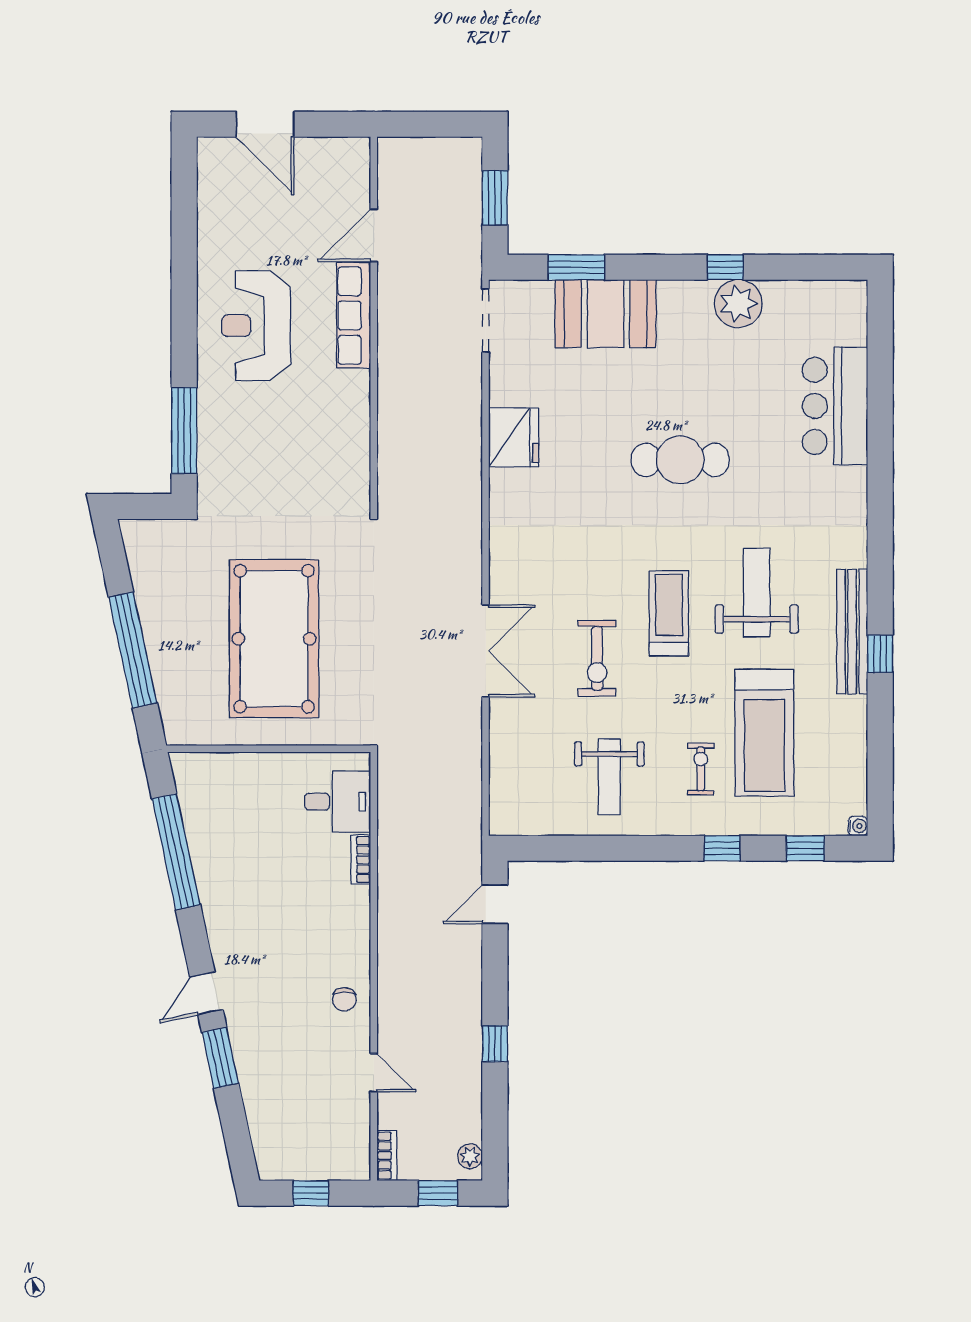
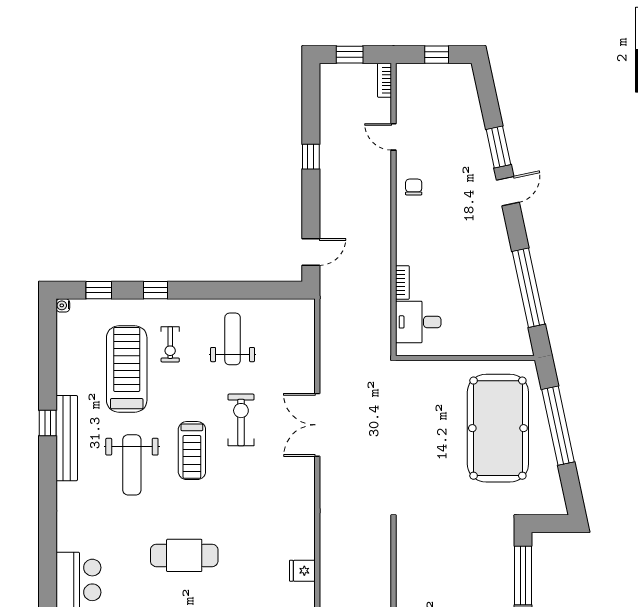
fridge: (514, 437) -> (302, 571), width x0.53, depth x0.75
pool table: (274, 639) -> (498, 428), moved
plant: (470, 1156) -> (328, 80), removed

